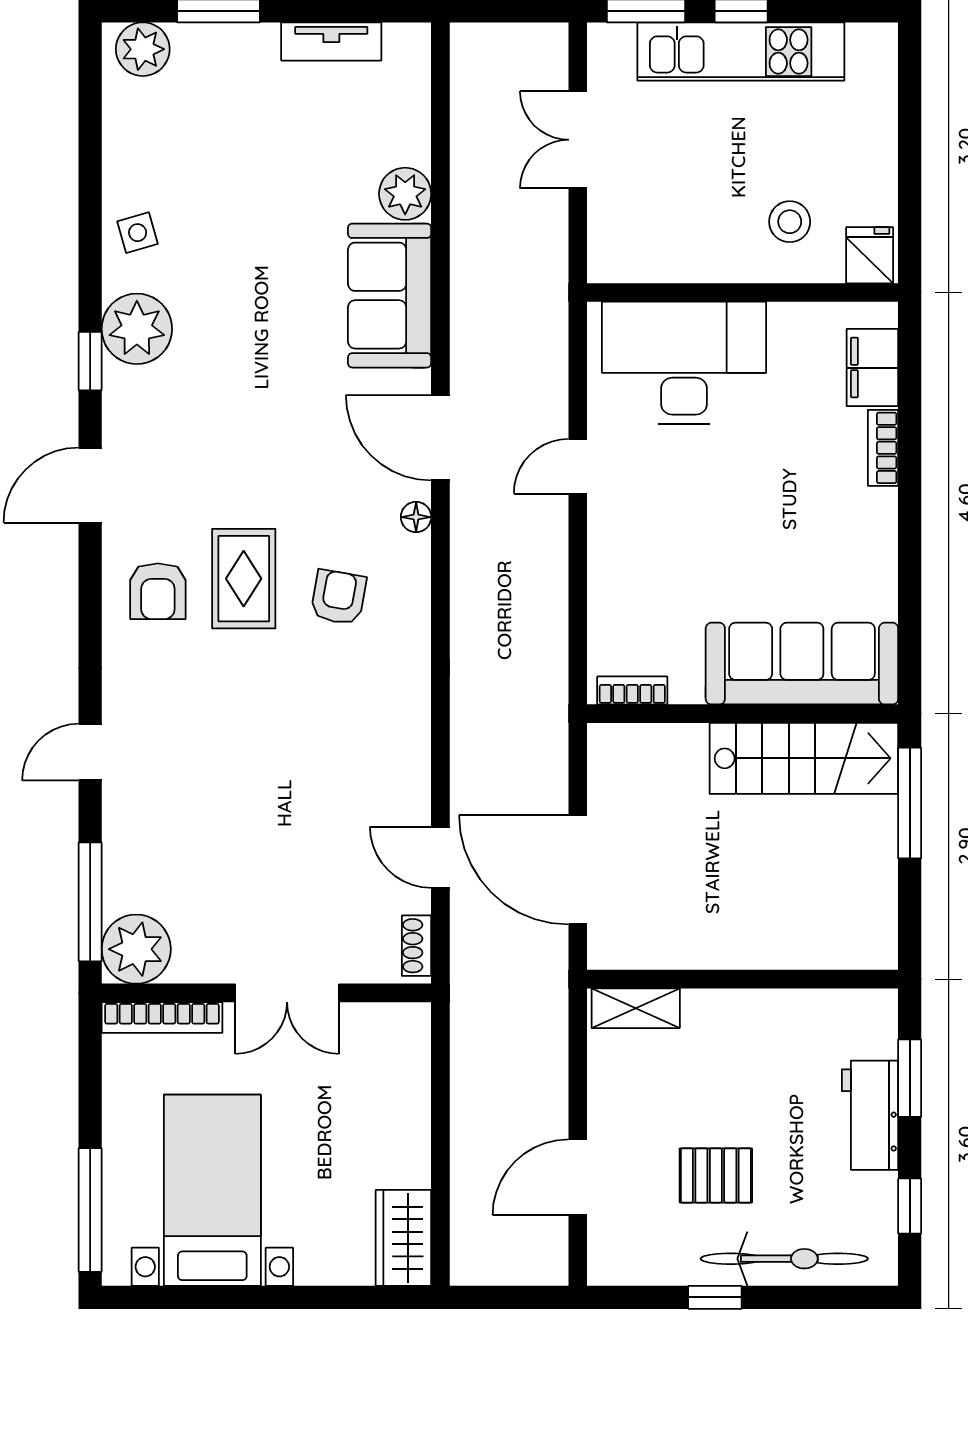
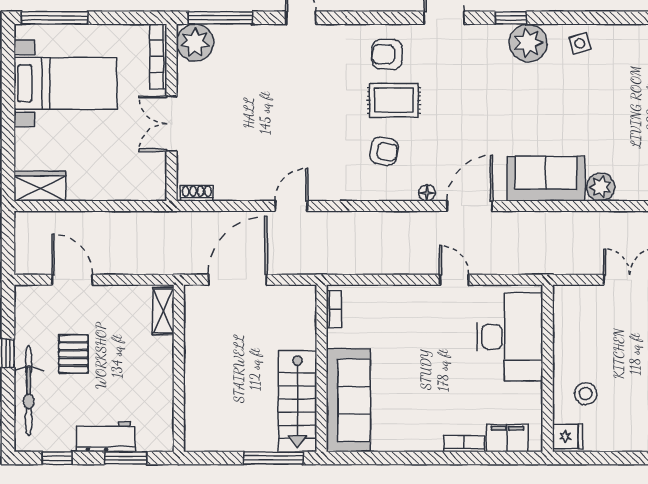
door: (440, 857) -> (291, 206), moved

